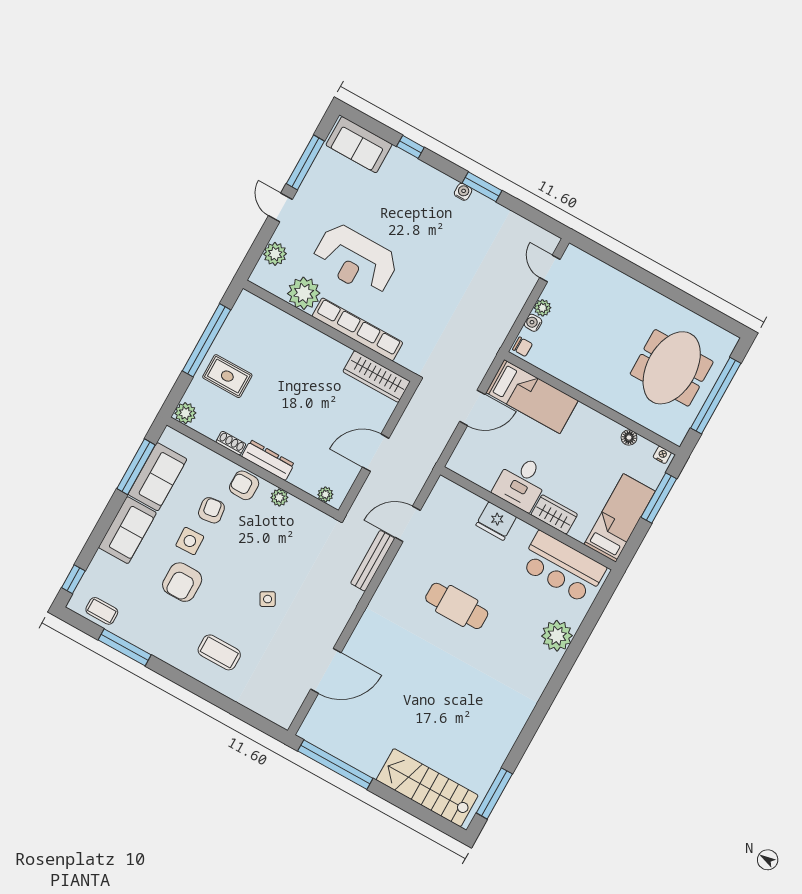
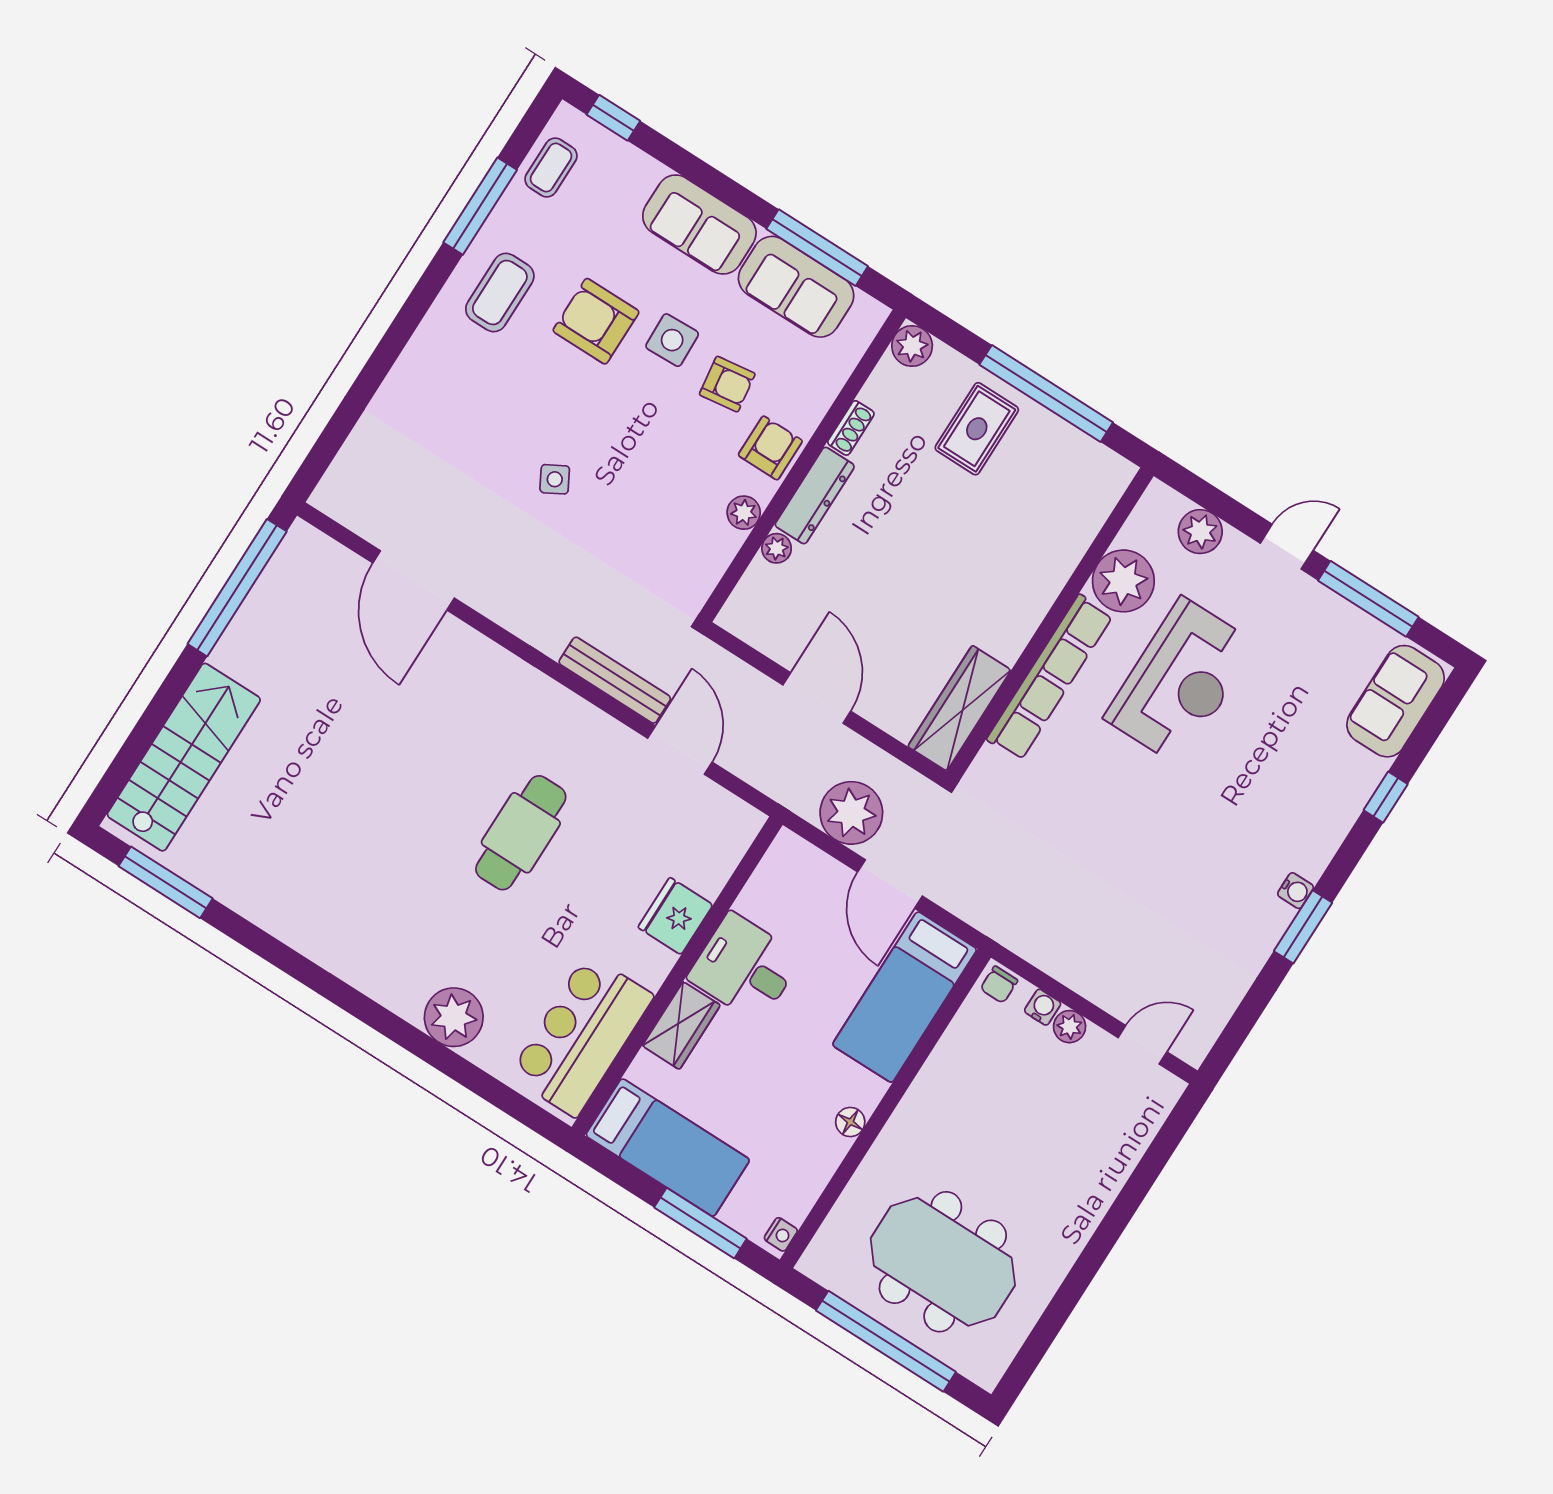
reception desk: (355, 260) -> (1180, 681), turned 180
plant: (436, 431) -> (851, 813), added
floor lamp: (629, 438) -> (850, 1122), moved
plant: (325, 494) -> (777, 548), moved
coffee table: (219, 652) -> (500, 293), moved

